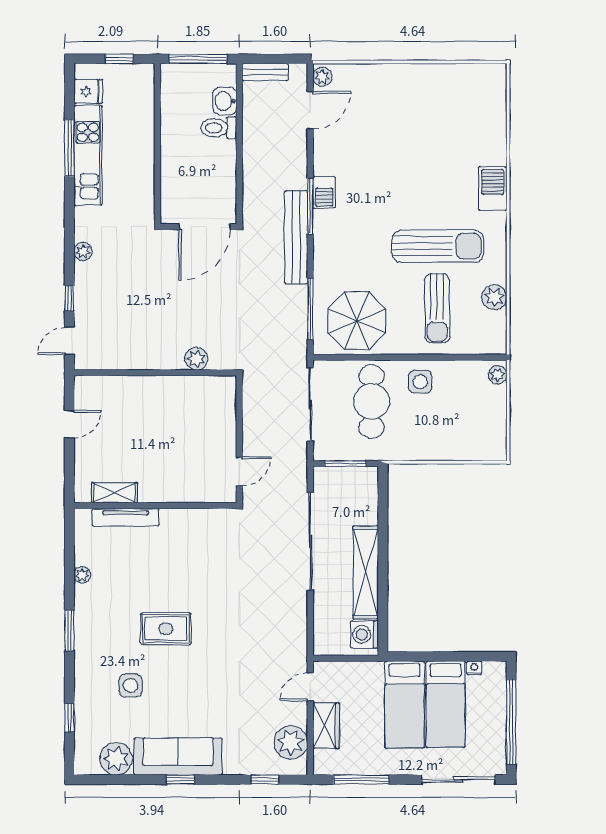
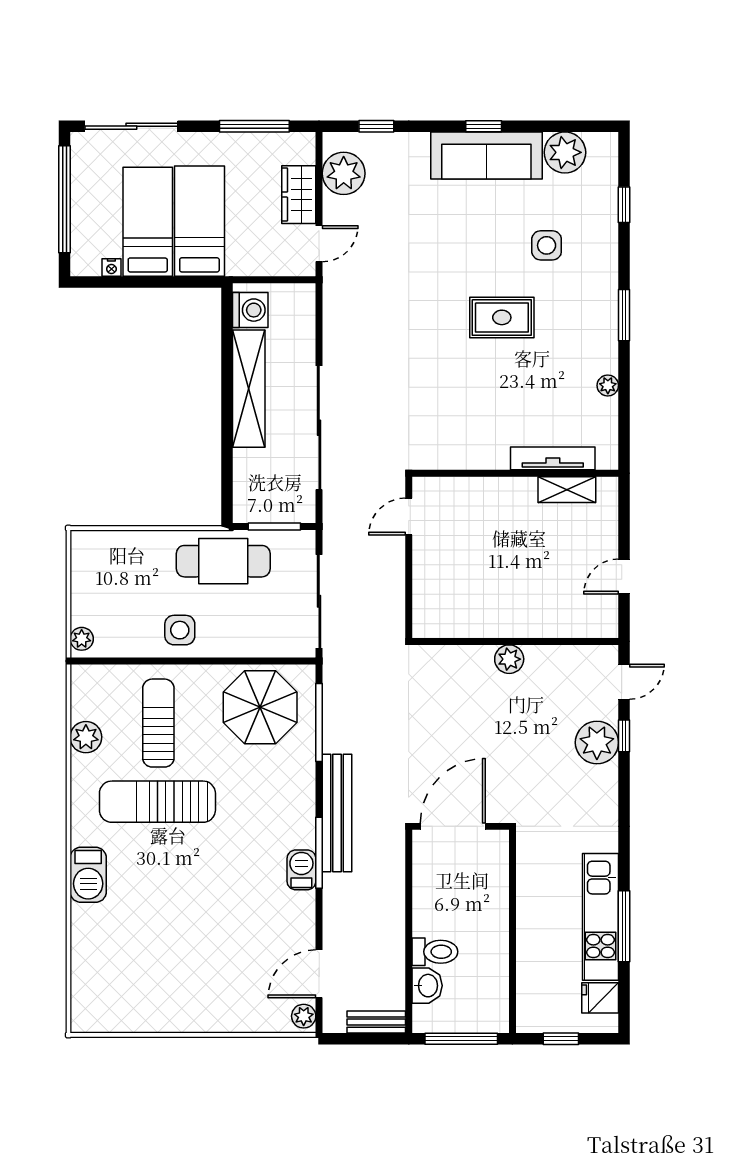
plant: (83, 251) -> (597, 743), moved, width x1.87, depth x1.87
plant: (196, 359) -> (509, 659), moved
cafe table: (372, 401) -> (223, 561), moved, turned 90

